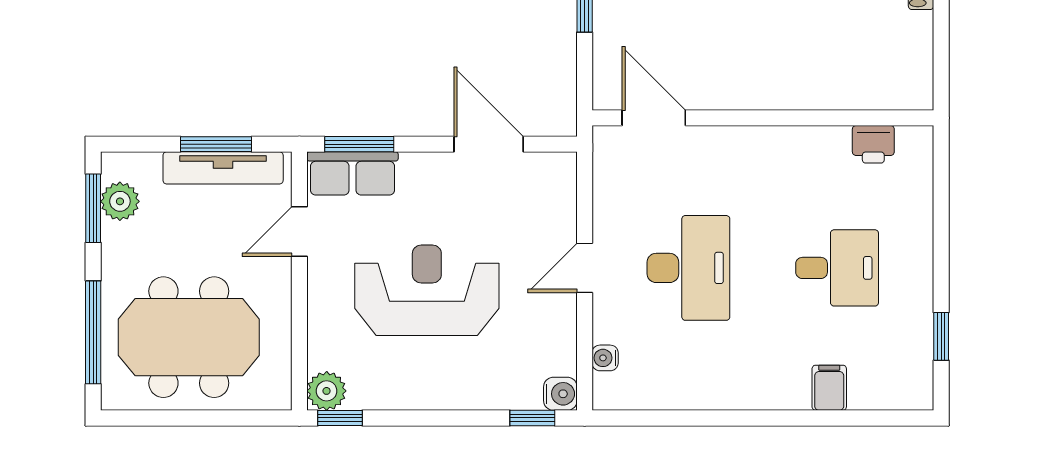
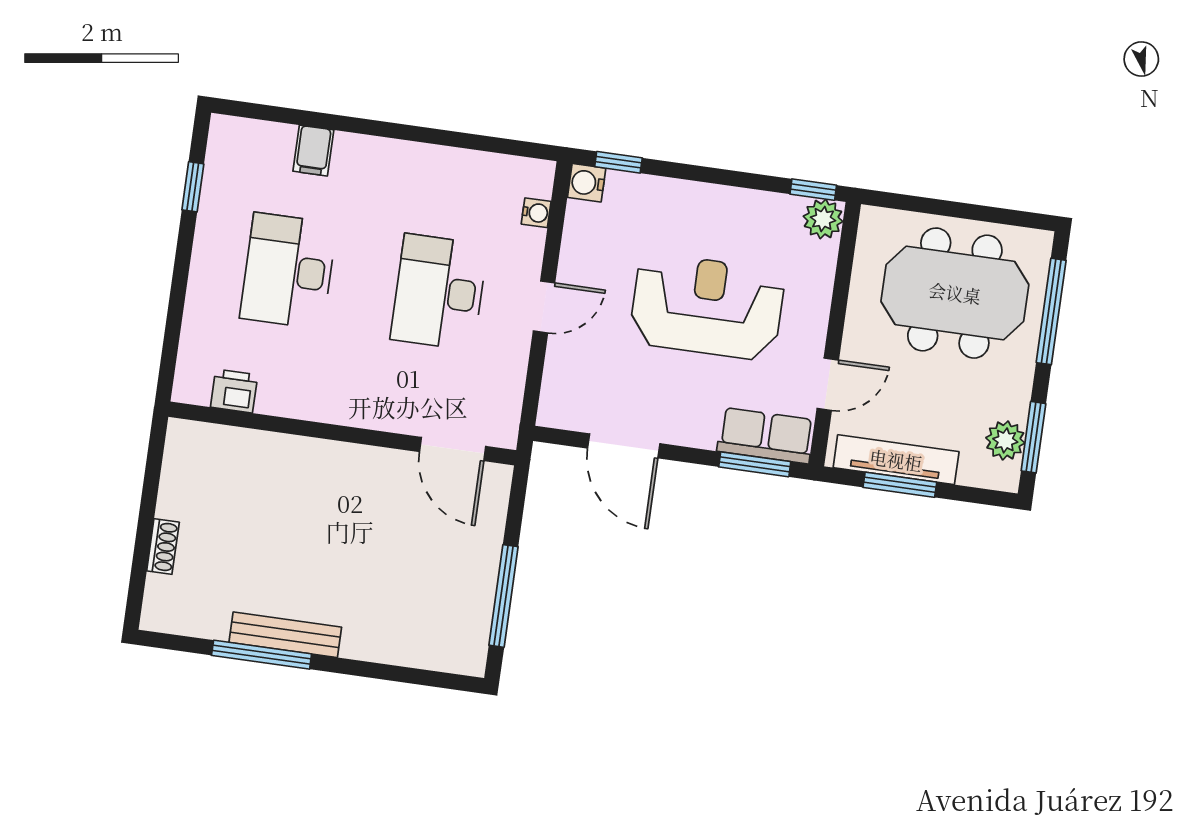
desk: (837, 268) -> (288, 271), width x1.37
reception desk: (427, 290) -> (707, 307), turned 180

